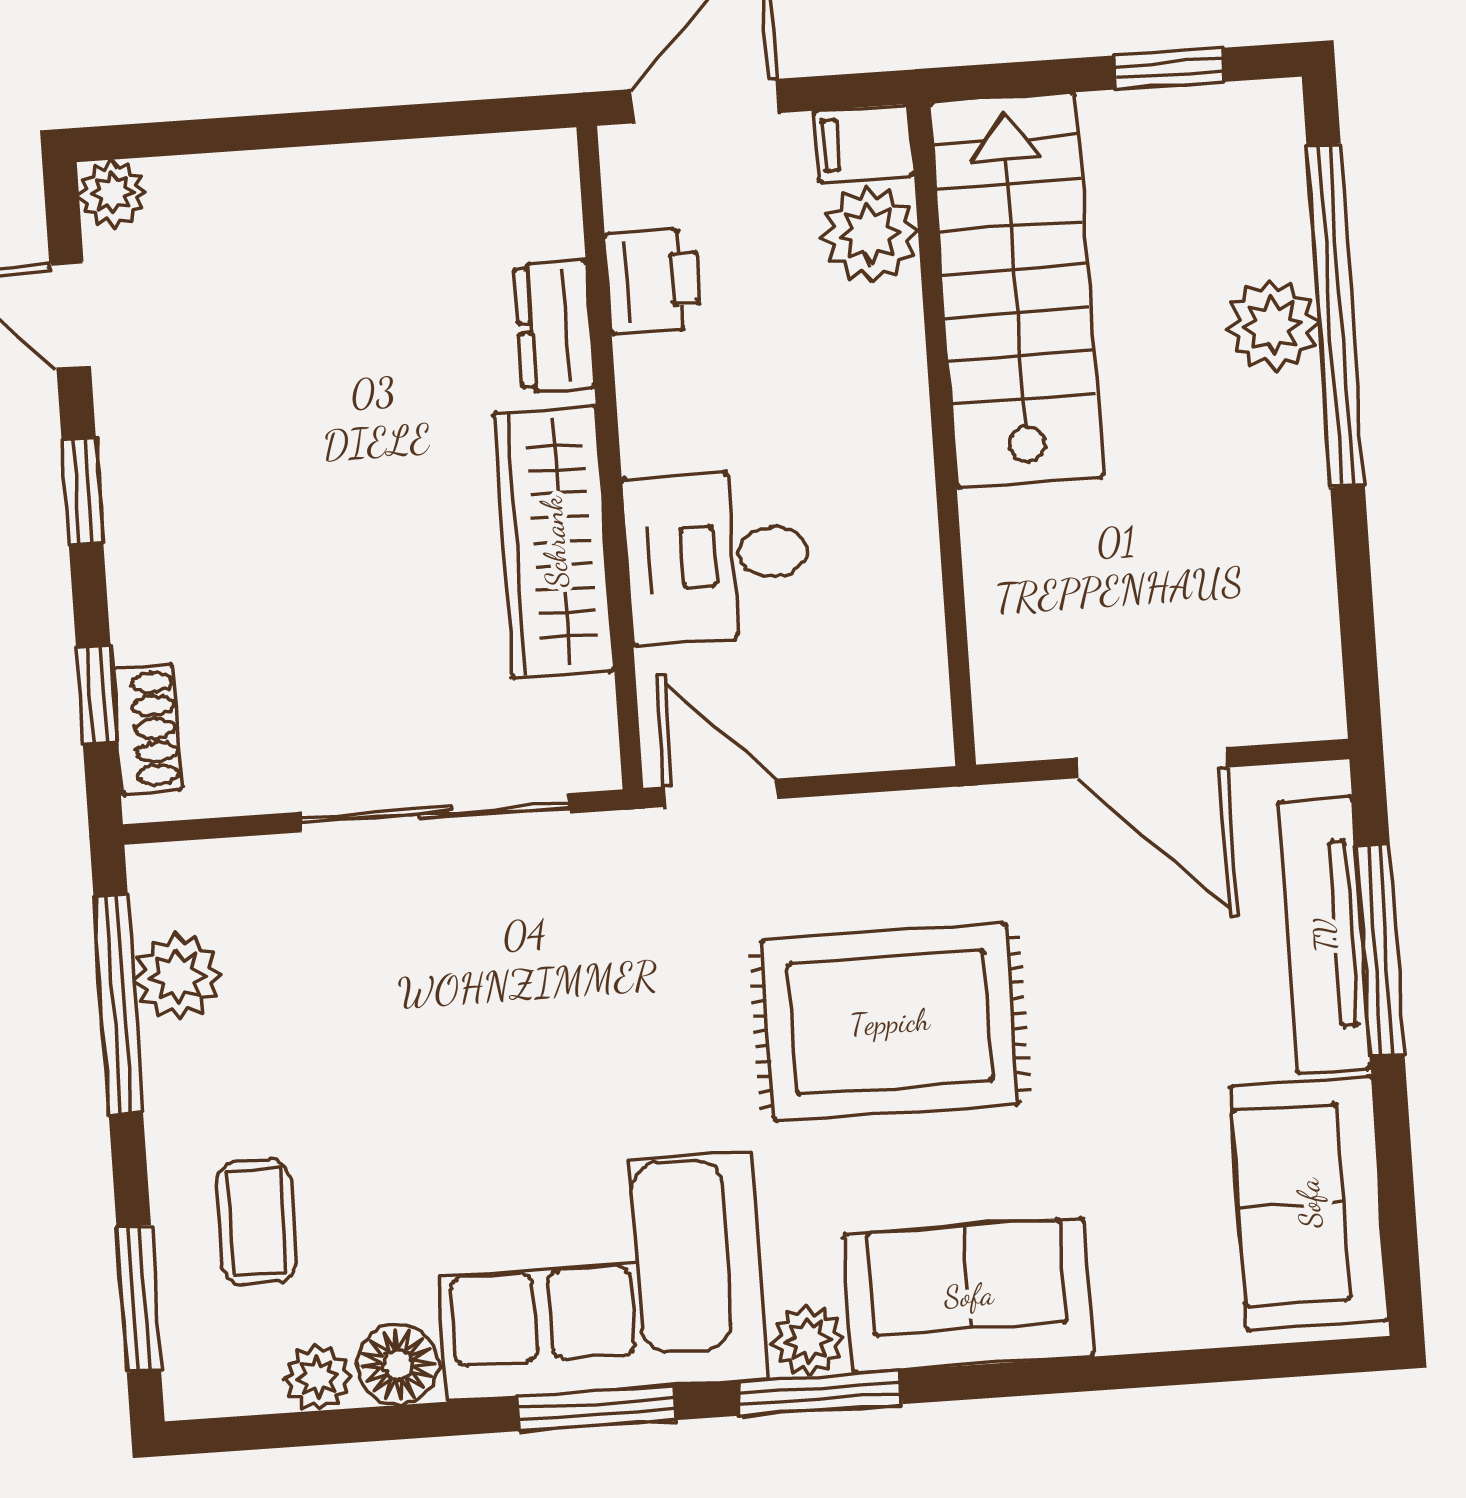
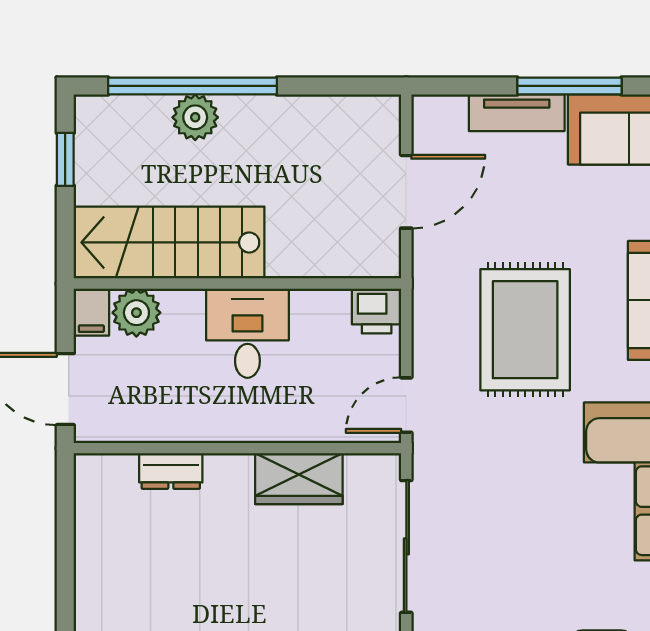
printer: (653, 281) -> (377, 311), moved, turned 180
wardrobe: (554, 542) -> (299, 479), width x0.67
desk: (718, 556) -> (247, 333), moved, turned 180
tv unit: (1325, 935) -> (517, 113), width x0.71
window: (1380, 950) -> (569, 86), moved

